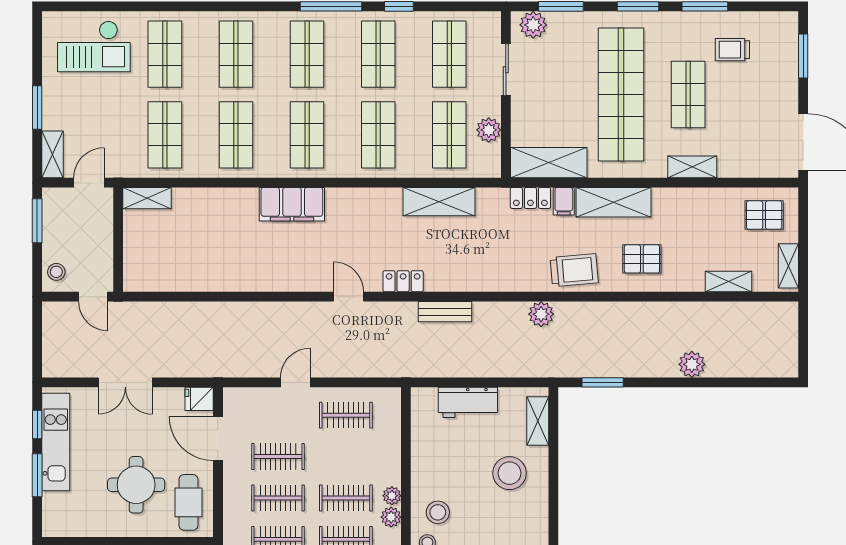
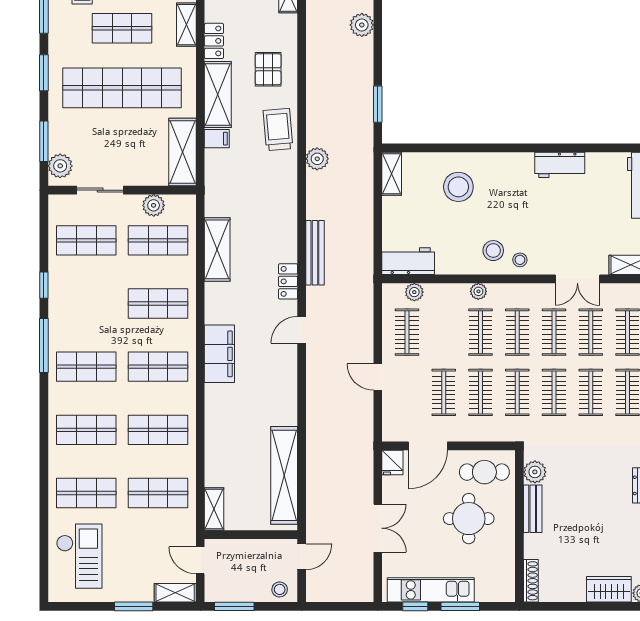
shop shelf: (378, 54) -> (86, 304), removed
locker: (530, 198) -> (214, 41), moved
filing cabinet: (292, 204) -> (219, 354), moved
shelving: (185, 277) -> (284, 475), added
bench: (445, 312) -> (315, 253), width x1.36
workbench: (468, 402) -> (408, 261), moved, turned -90
shelving: (538, 421) -> (392, 174), moved, turned 90
plant: (391, 517) -> (414, 292), moved

